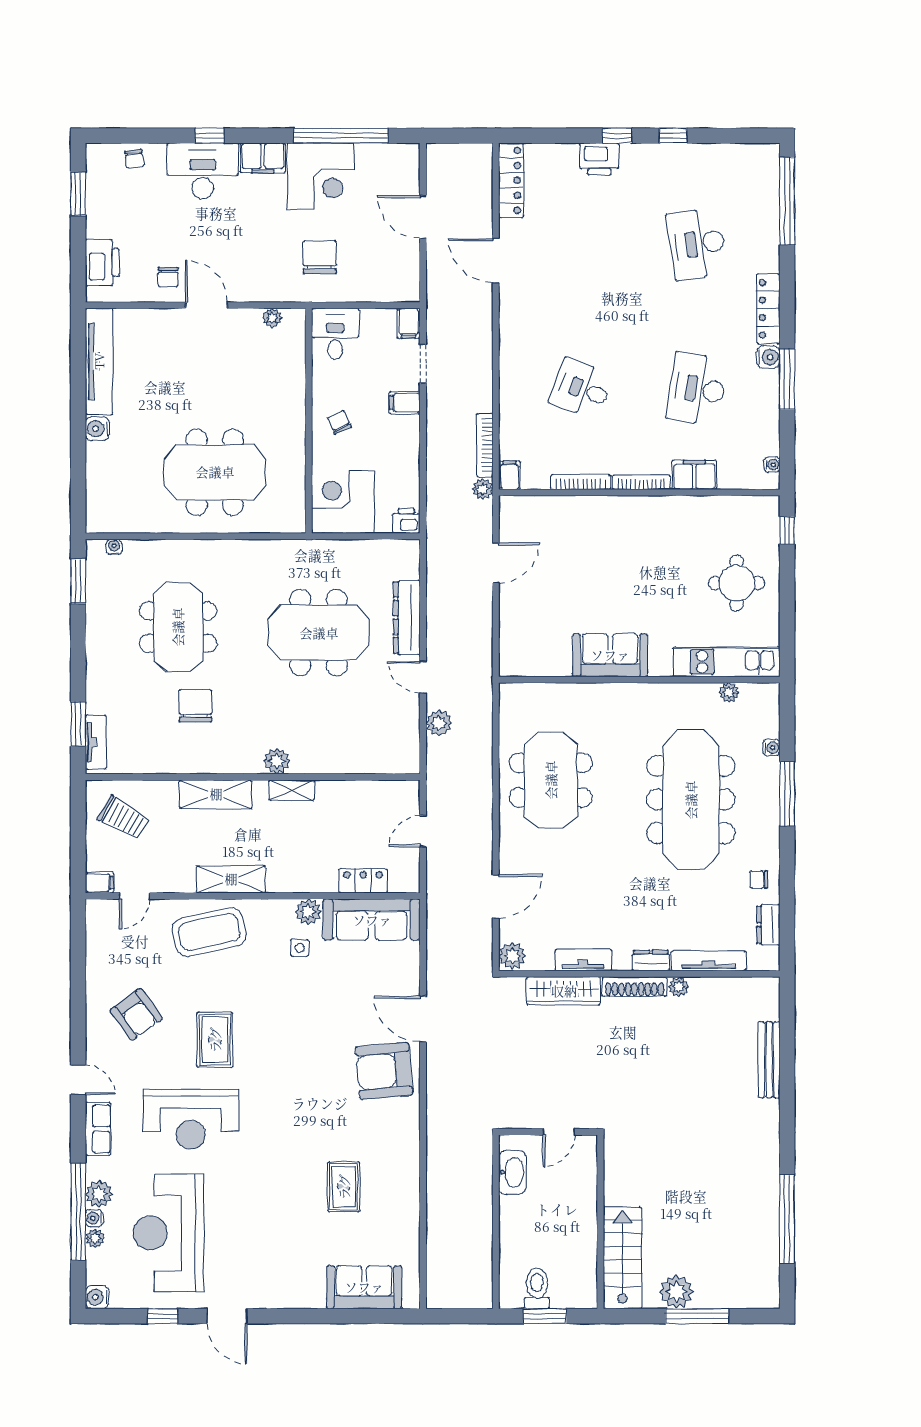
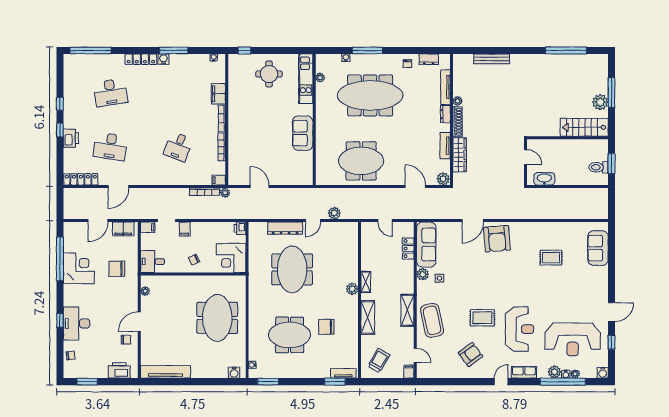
filing cabinet: (263, 158) -> (123, 229), moved, turned 90
desk: (697, 389) -> (110, 147), moved
water cooler: (97, 429) -> (234, 373), moved

